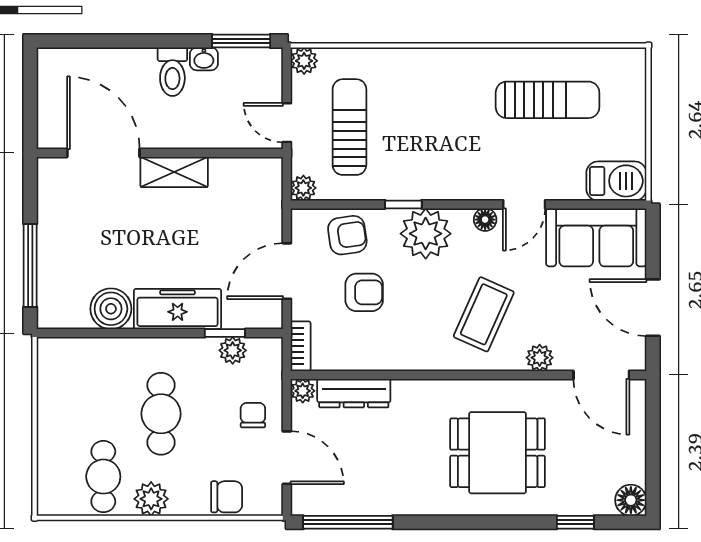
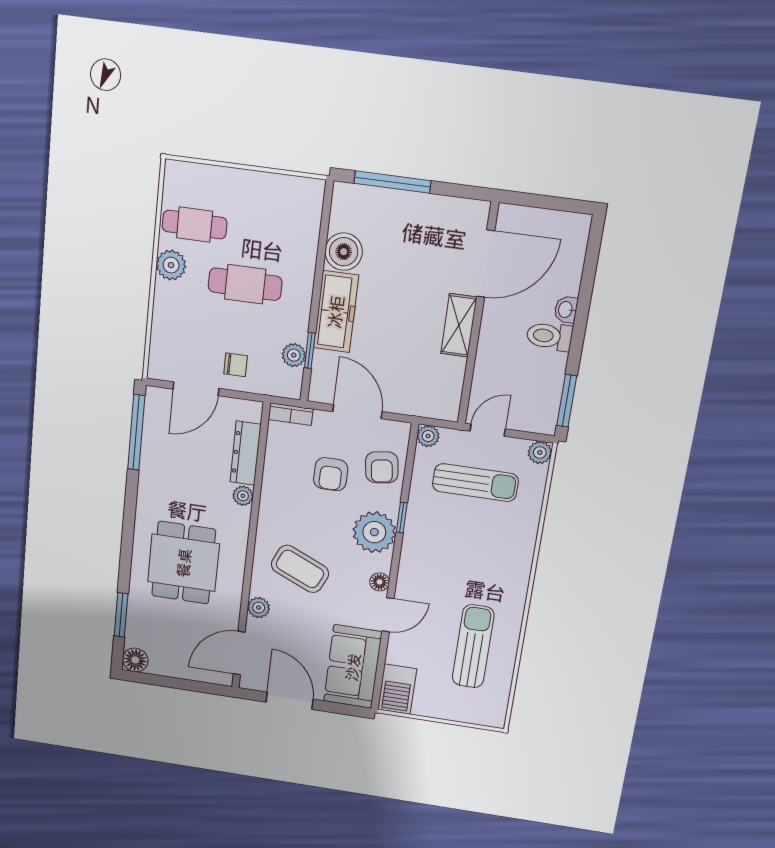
washbasin: (204, 59) -> (566, 310), moved
sun lounger: (548, 100) -> (473, 646), turned 180
door: (524, 204) -> (388, 615), swing flipped
door: (653, 308) -> (290, 701), hinge flipped
plant: (303, 391) -> (243, 496), moved
chair: (227, 497) -> (167, 332), removed
window: (575, 522) -> (121, 615), width x1.50

